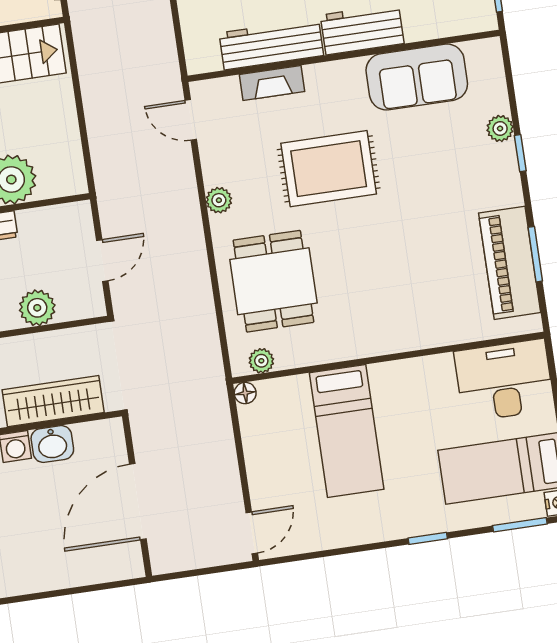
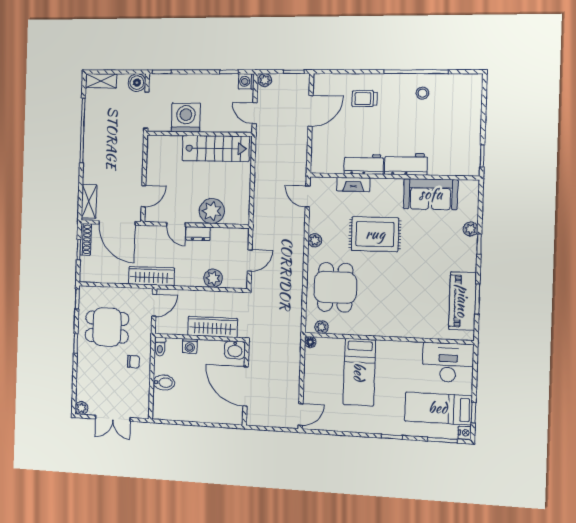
workbench: (271, 44) -> (364, 164), width x0.73
washbasin: (52, 444) -> (235, 350), moved
door: (138, 502) -> (246, 386), hinge flipped

